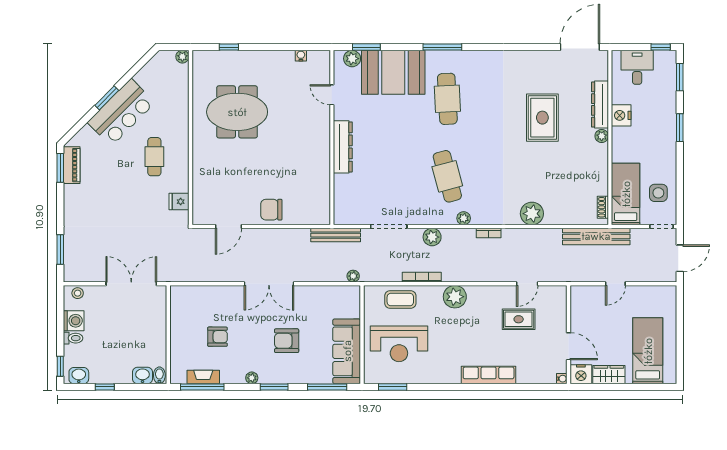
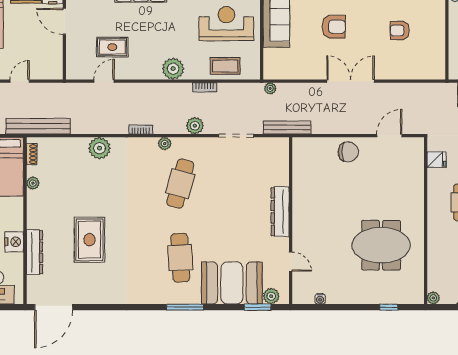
plant: (602, 136) -> (33, 183), moved
cafe table: (447, 176) -> (180, 184), turned 30
bookcase: (422, 277) -> (205, 87), width x0.64

